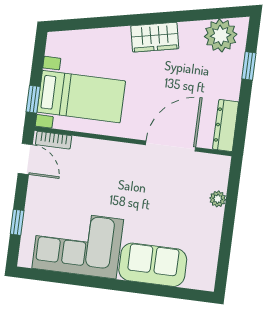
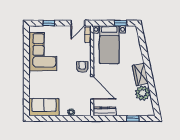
plant: (221, 35) -> (143, 93), moved
window: (33, 99) -> (121, 23), moved
armchair: (122, 162) -> (82, 67), added
sofa: (153, 265) -> (44, 107), moved, turned -90

